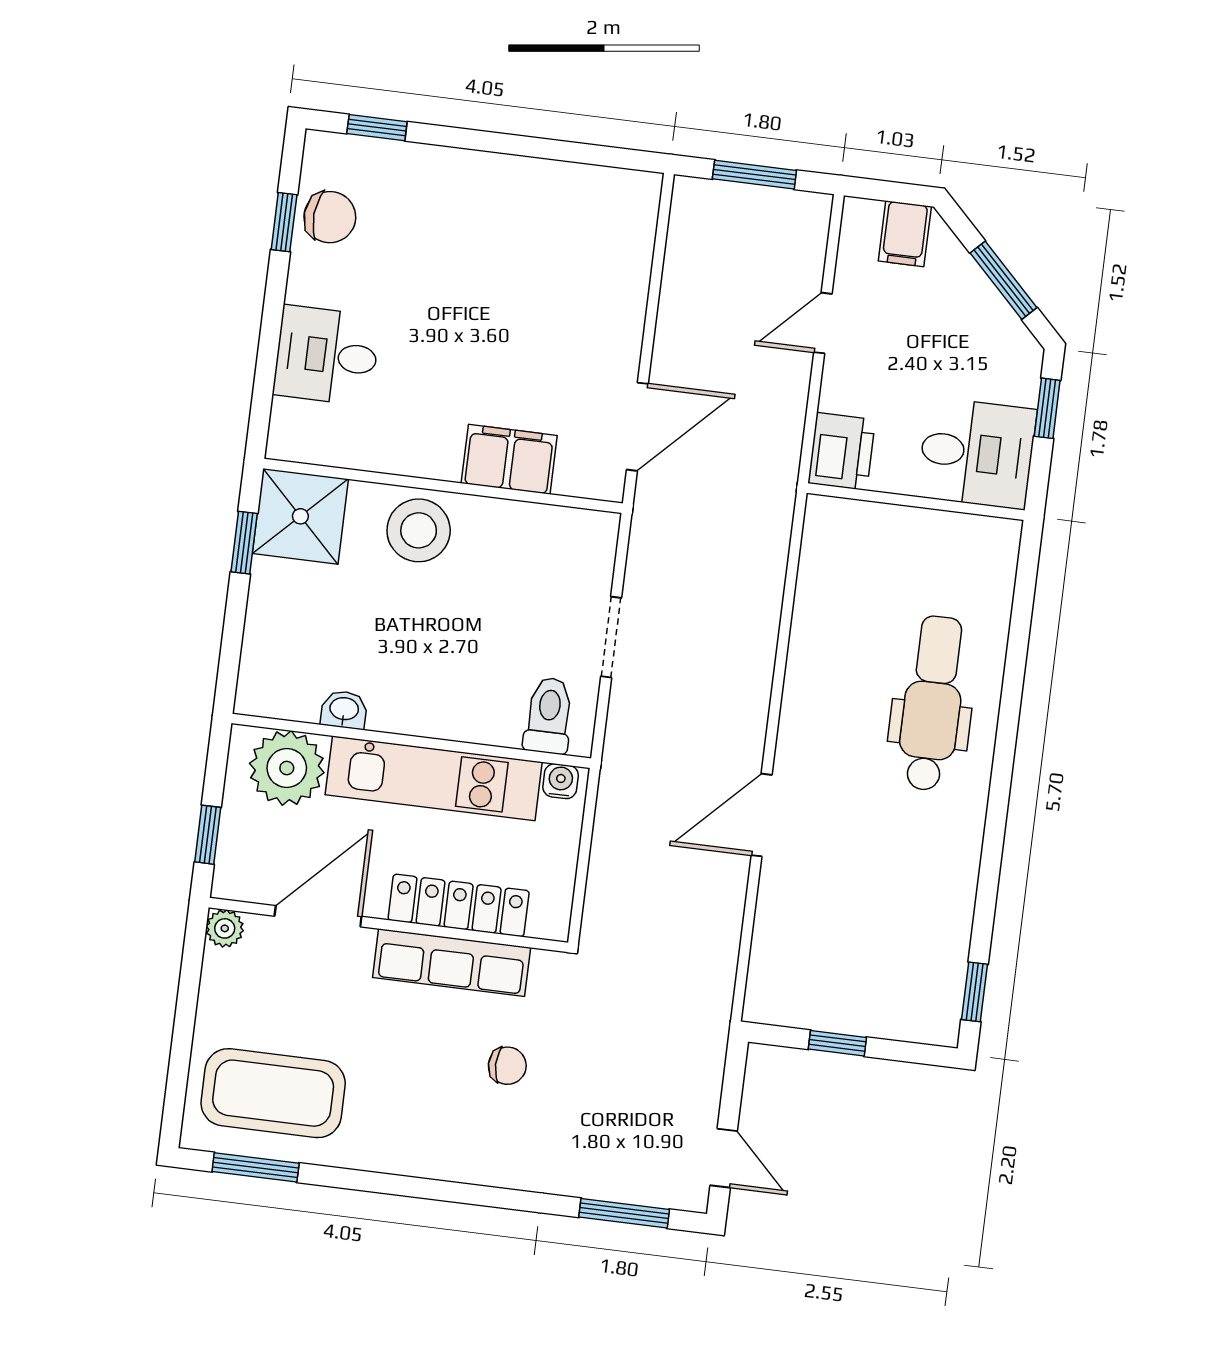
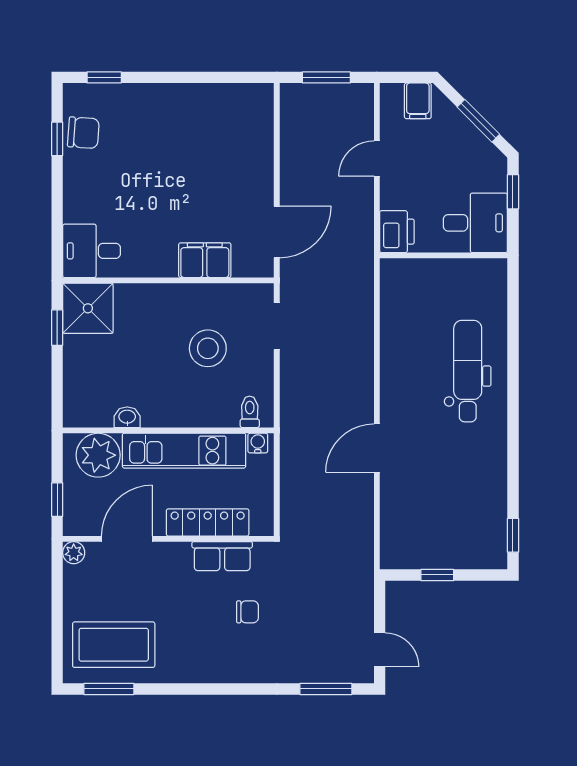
desk: (327, 355) -> (92, 251), moved
stool: (419, 530) -> (208, 348), moved
doorway: (611, 637) -> (277, 326), moved
toilet: (549, 716) -> (250, 412), width x0.73, depth x0.72
row of seats: (452, 963) -> (222, 556), width x0.68

